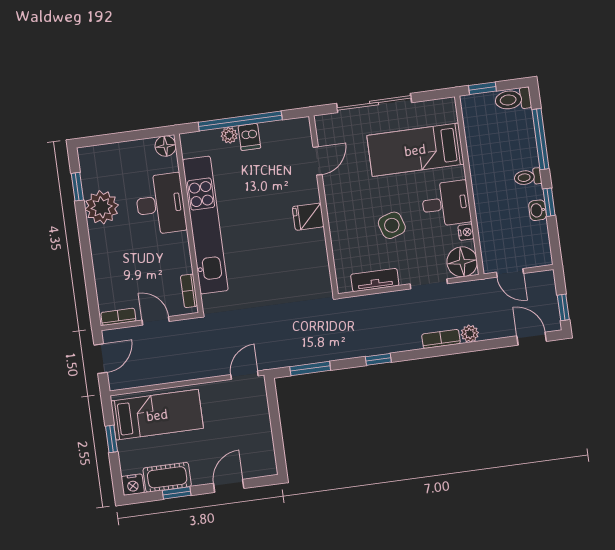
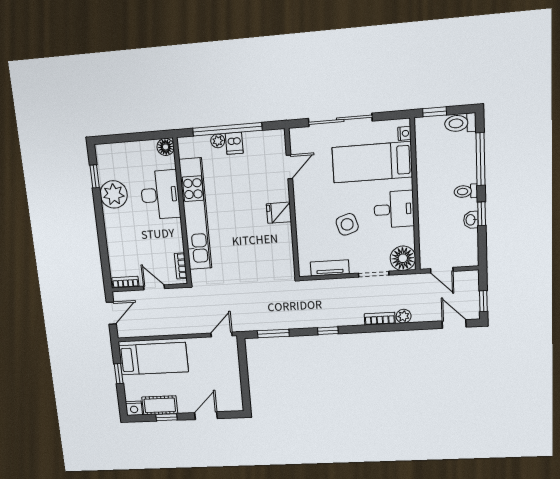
nightstand: (466, 232) -> (404, 133), moved

